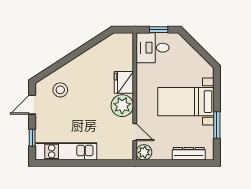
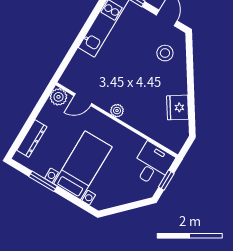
fridge: (124, 82) -> (178, 107), moved, turned -123
plant: (122, 106) -> (117, 111), width x0.53, depth x0.53

